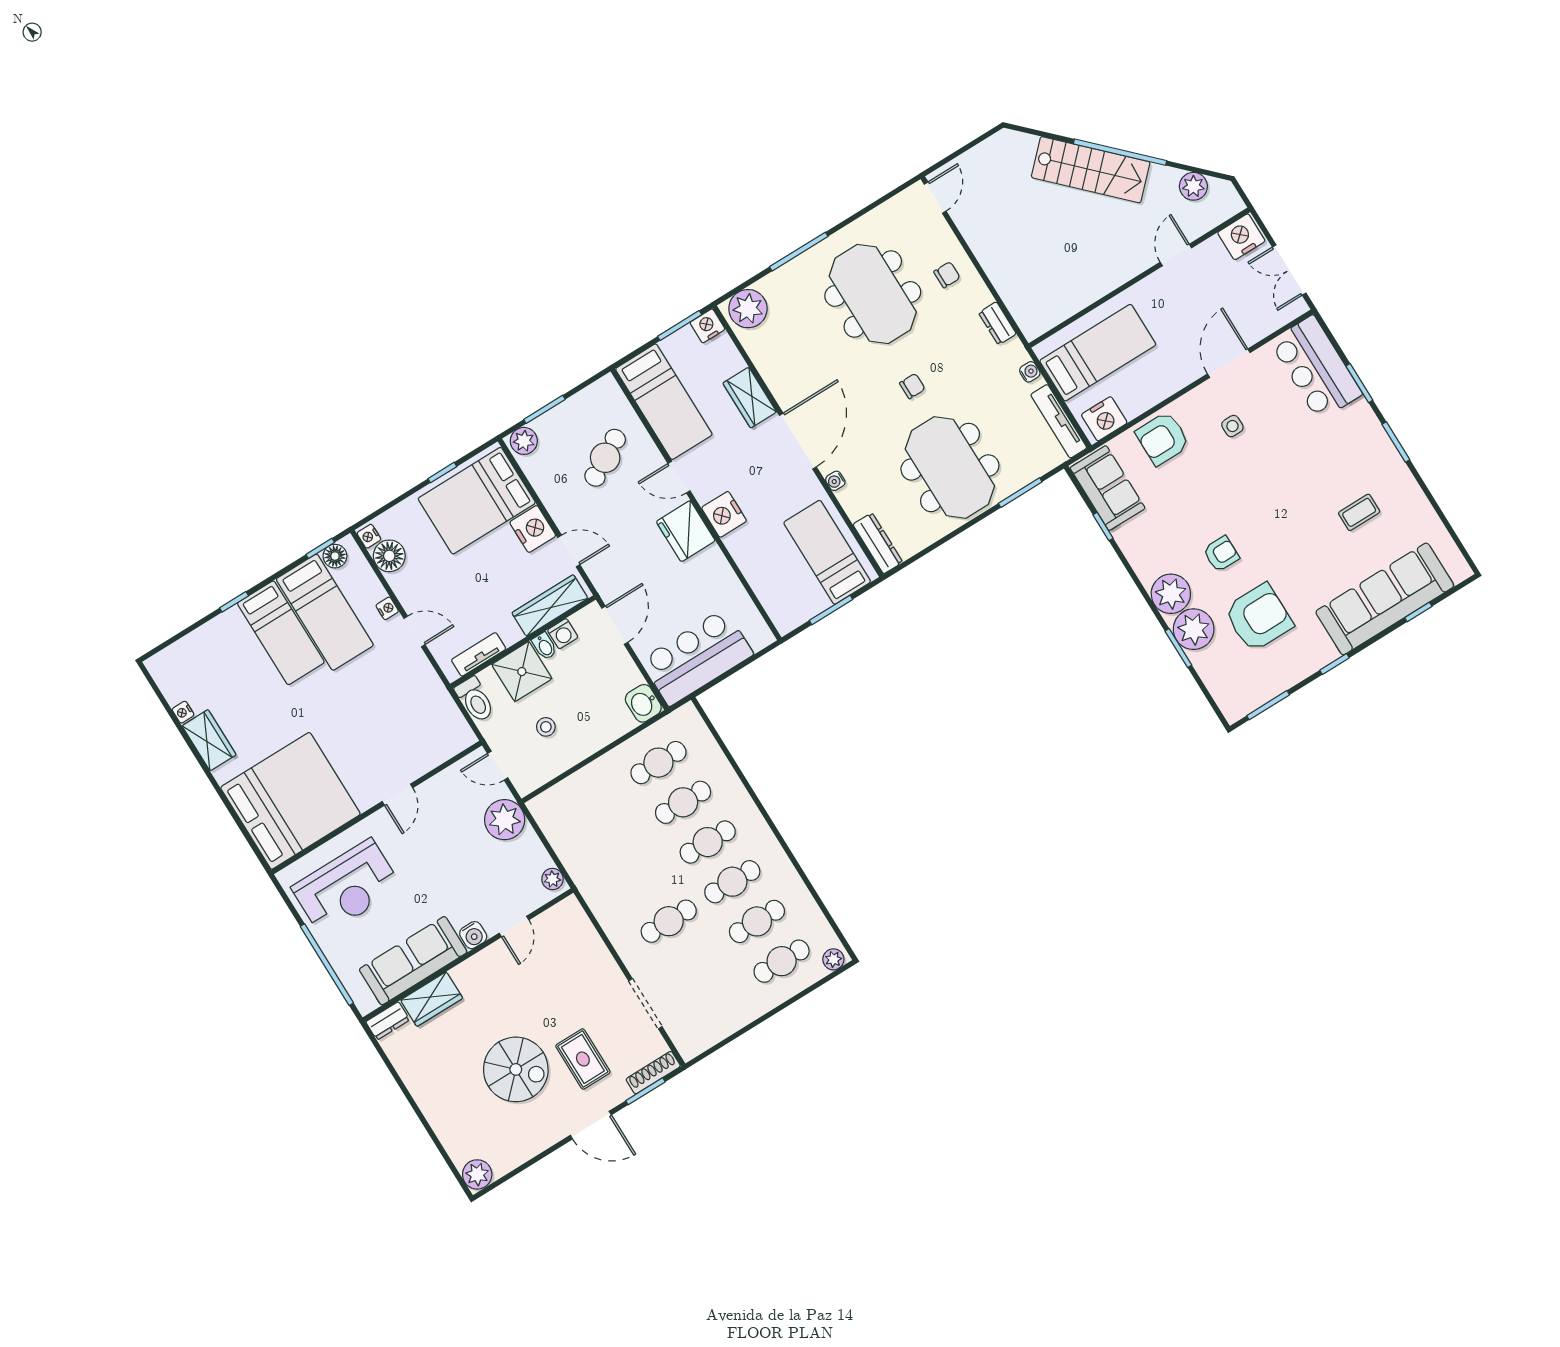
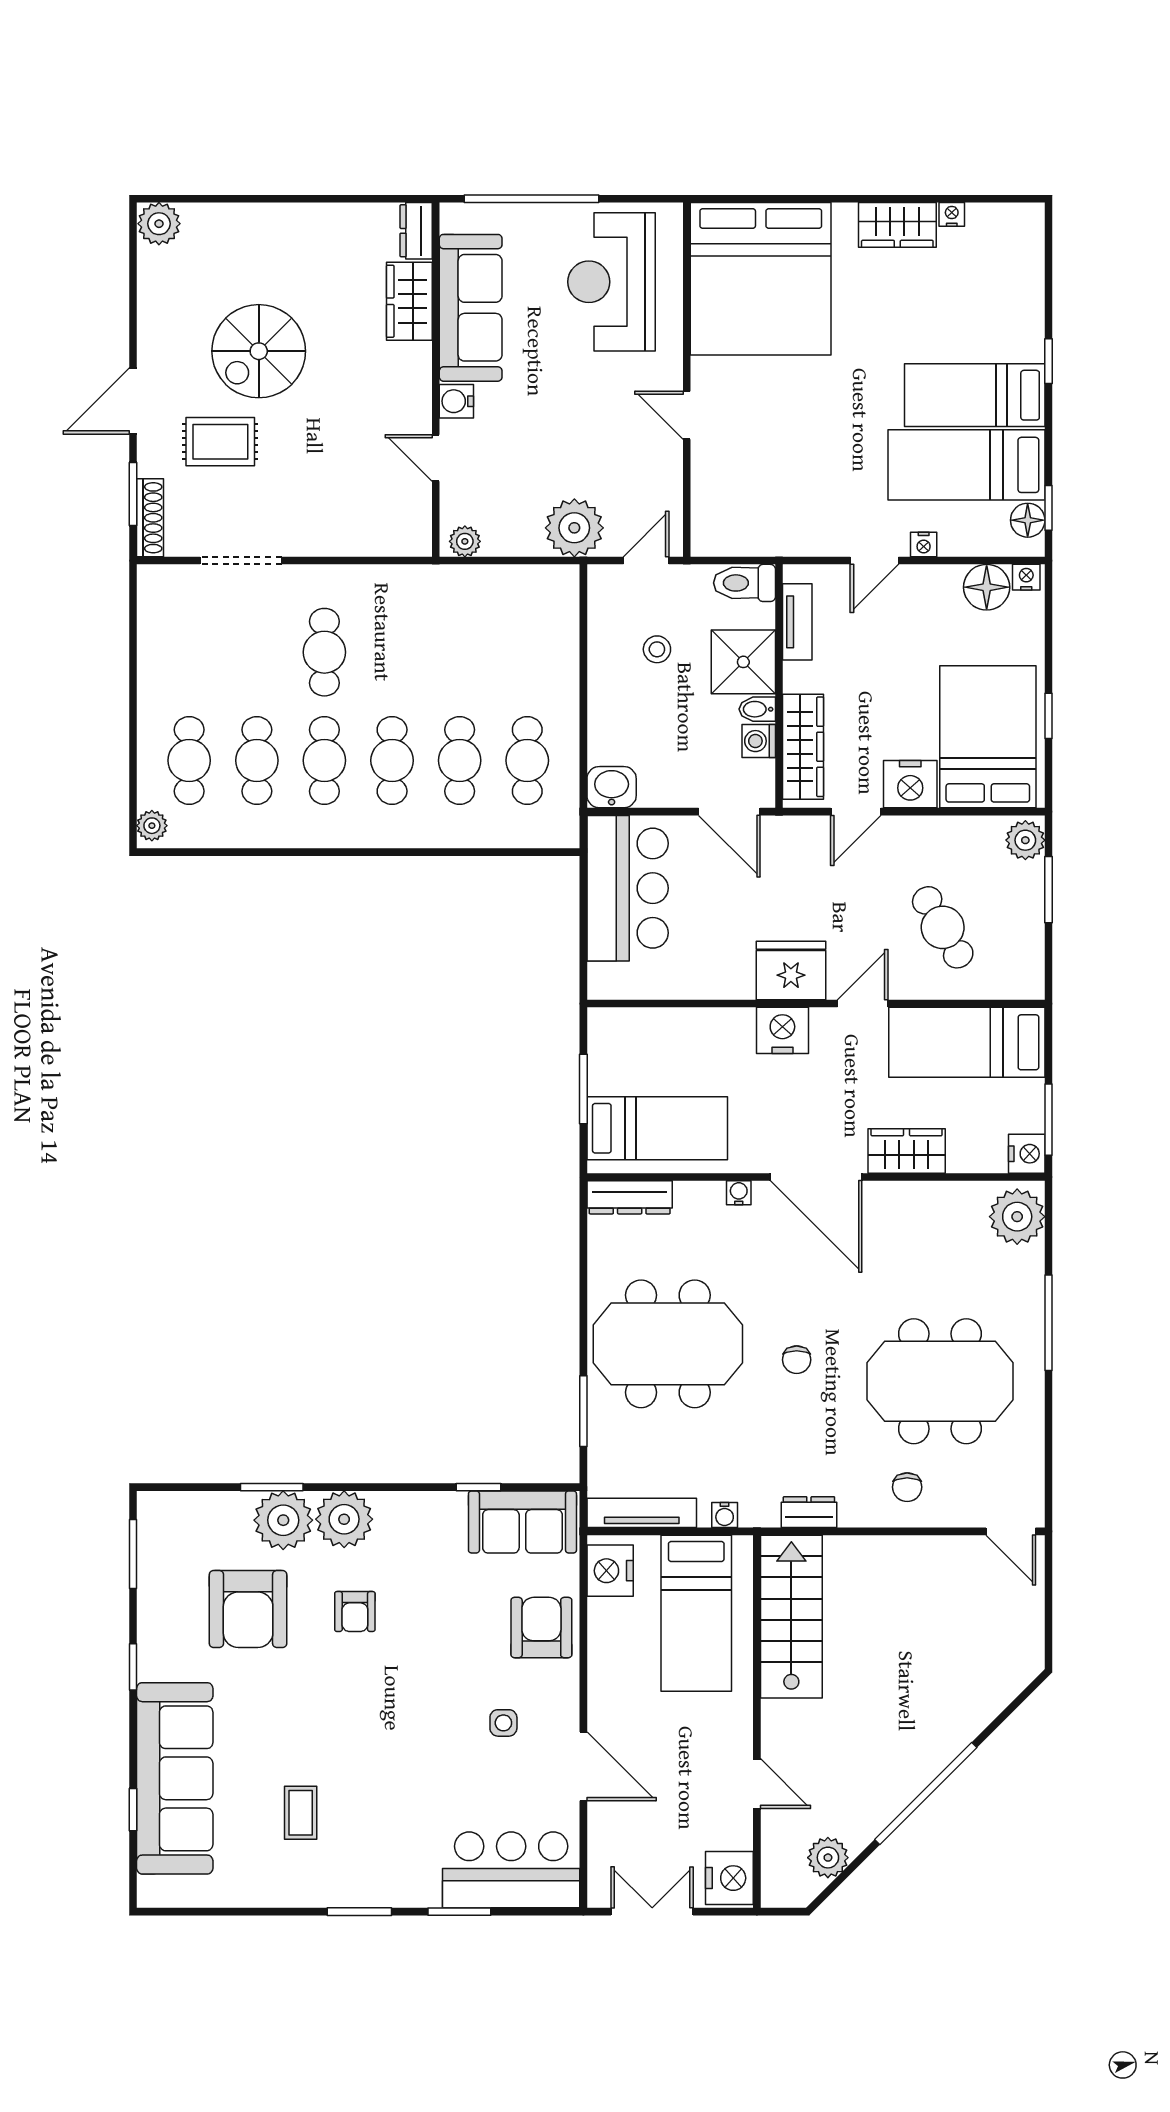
stairs: (1091, 170) -> (791, 1617), moved, turned 135

